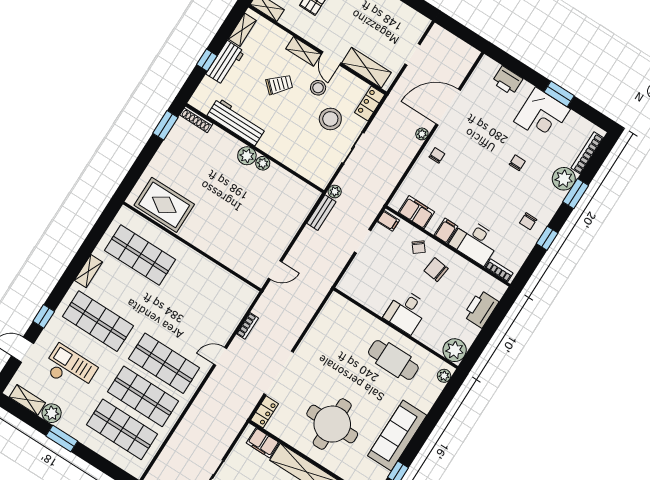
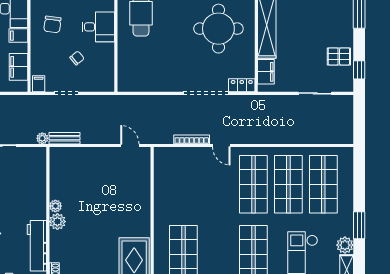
chair: (419, 247) -> (77, 58), moved
bookcase: (247, 326) -> (192, 140), width x1.56

